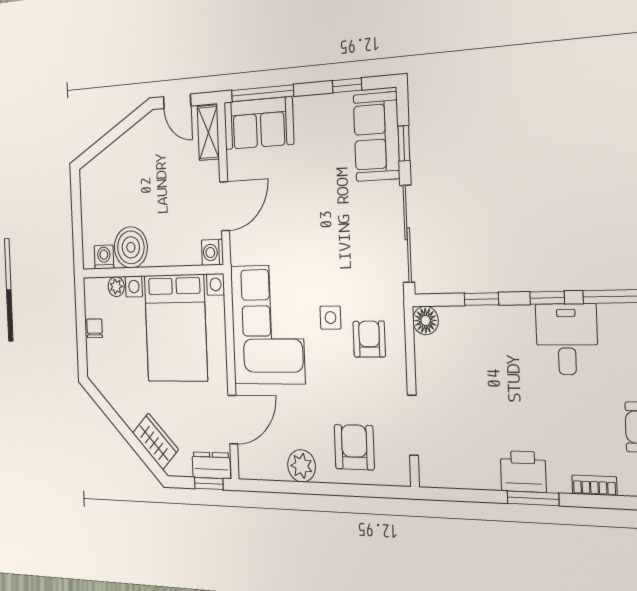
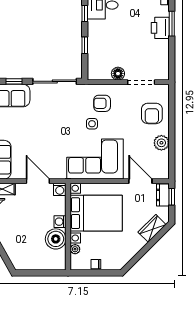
washing machine: (104, 257) -> (60, 222), moved
floor lamp: (426, 321) -> (118, 74), moved
armchair: (354, 447) -> (152, 113), turned -90

